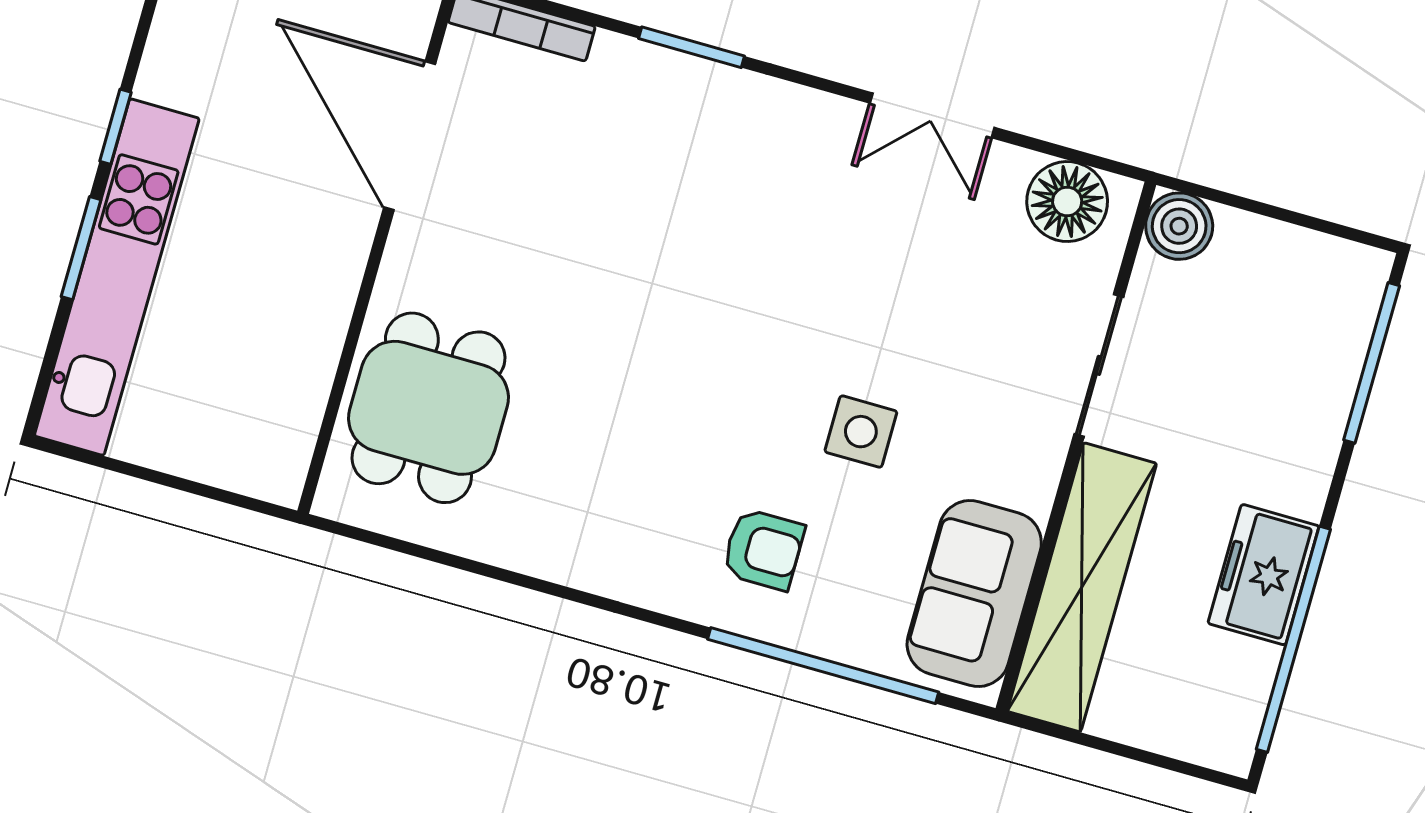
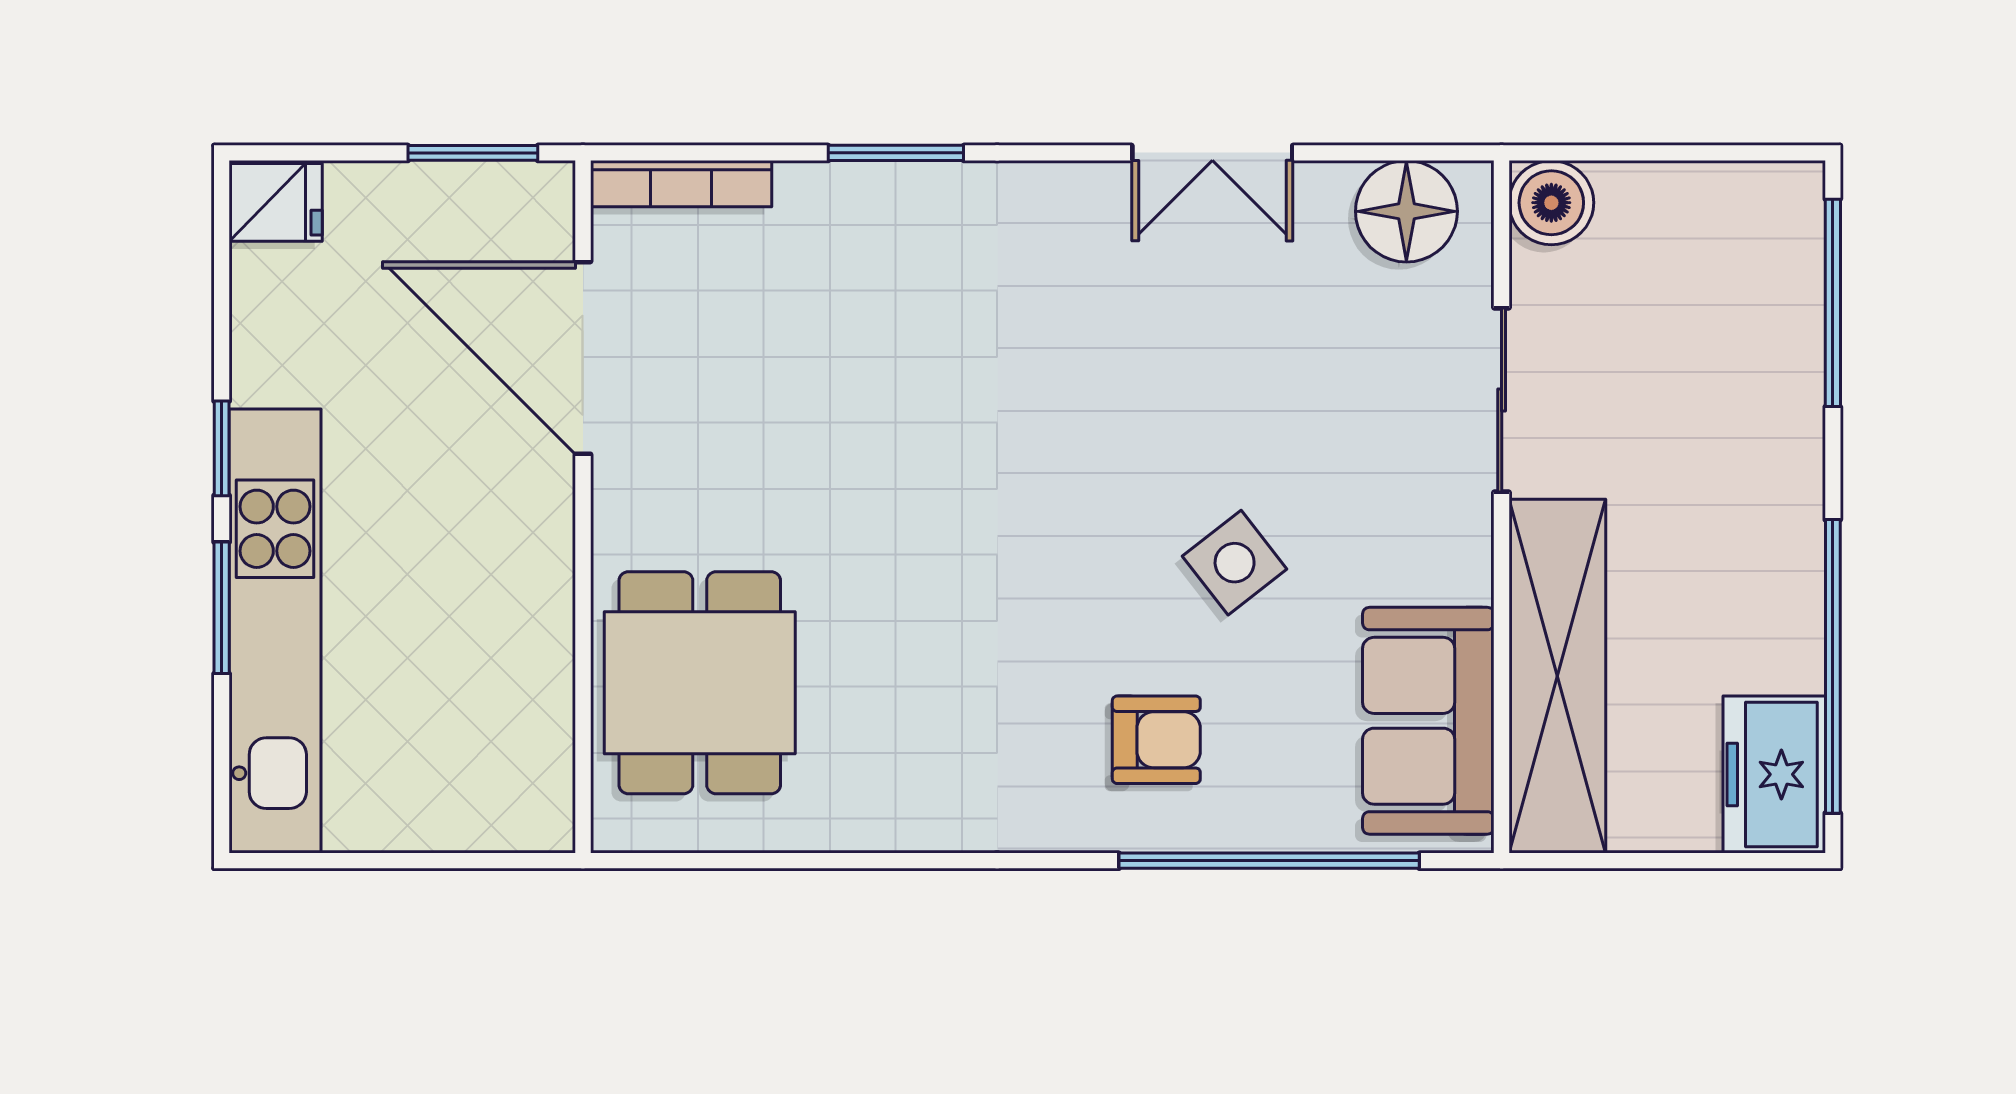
side table: (861, 432) -> (1235, 563), turned -38
freezer: (1263, 575) -> (1774, 774), moved

